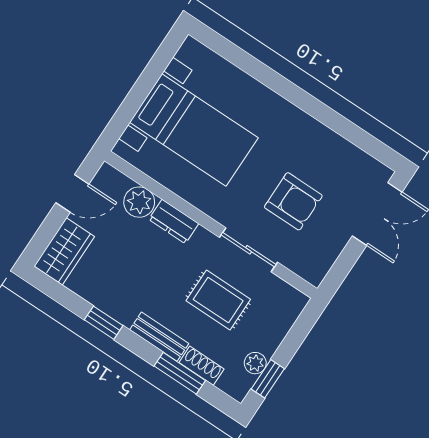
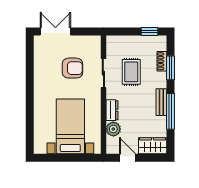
armchair: (293, 201) -> (72, 68), turned 90
window: (104, 323) -> (170, 111), width x2.17
bench: (159, 337) -> (161, 102), moved
plant: (255, 363) -> (147, 41), removed

